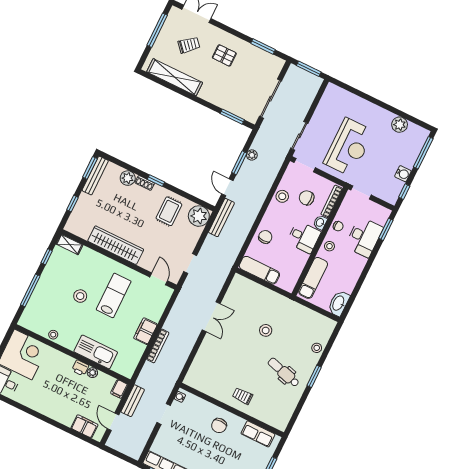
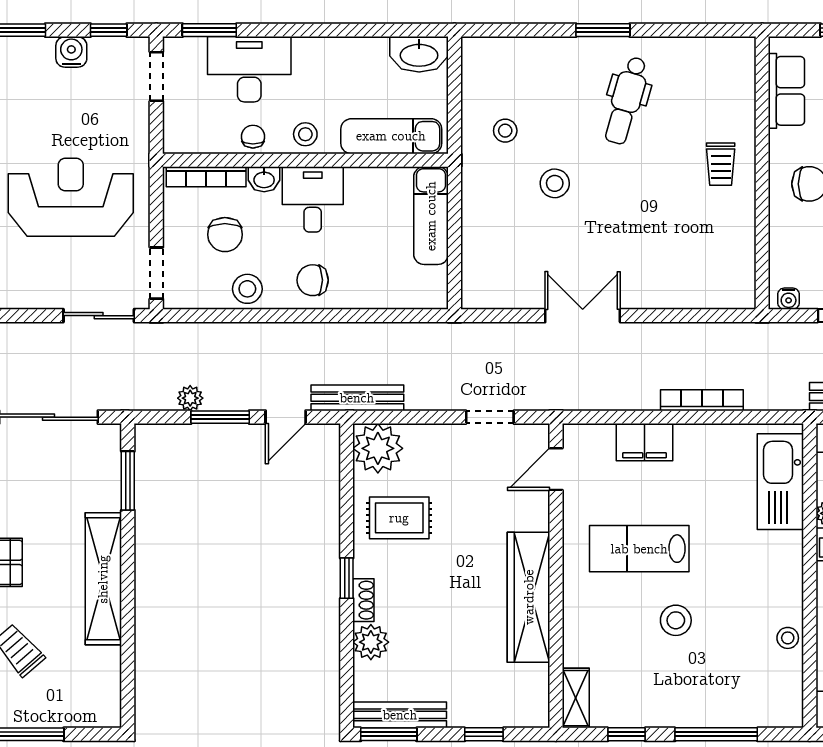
shelving: (175, 77) -> (103, 579), moved
doorway: (361, 193) -> (156, 76), moved
chair: (265, 237) -> (313, 280), moved
exam couch: (259, 270) -> (431, 216), moved
filing cabinet: (145, 331) -> (644, 442), moved
stool: (317, 348) -> (505, 131), moved
kitchen sink: (96, 352) -> (780, 482), moved

